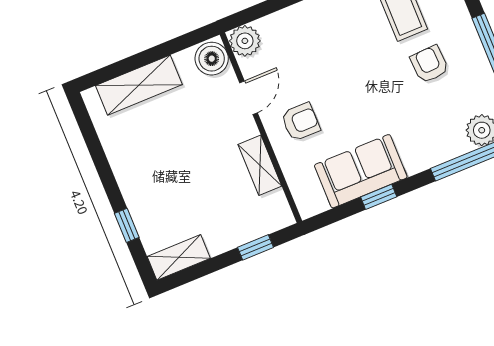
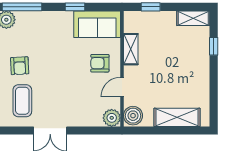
sofa: (361, 171) -> (97, 24), moved

